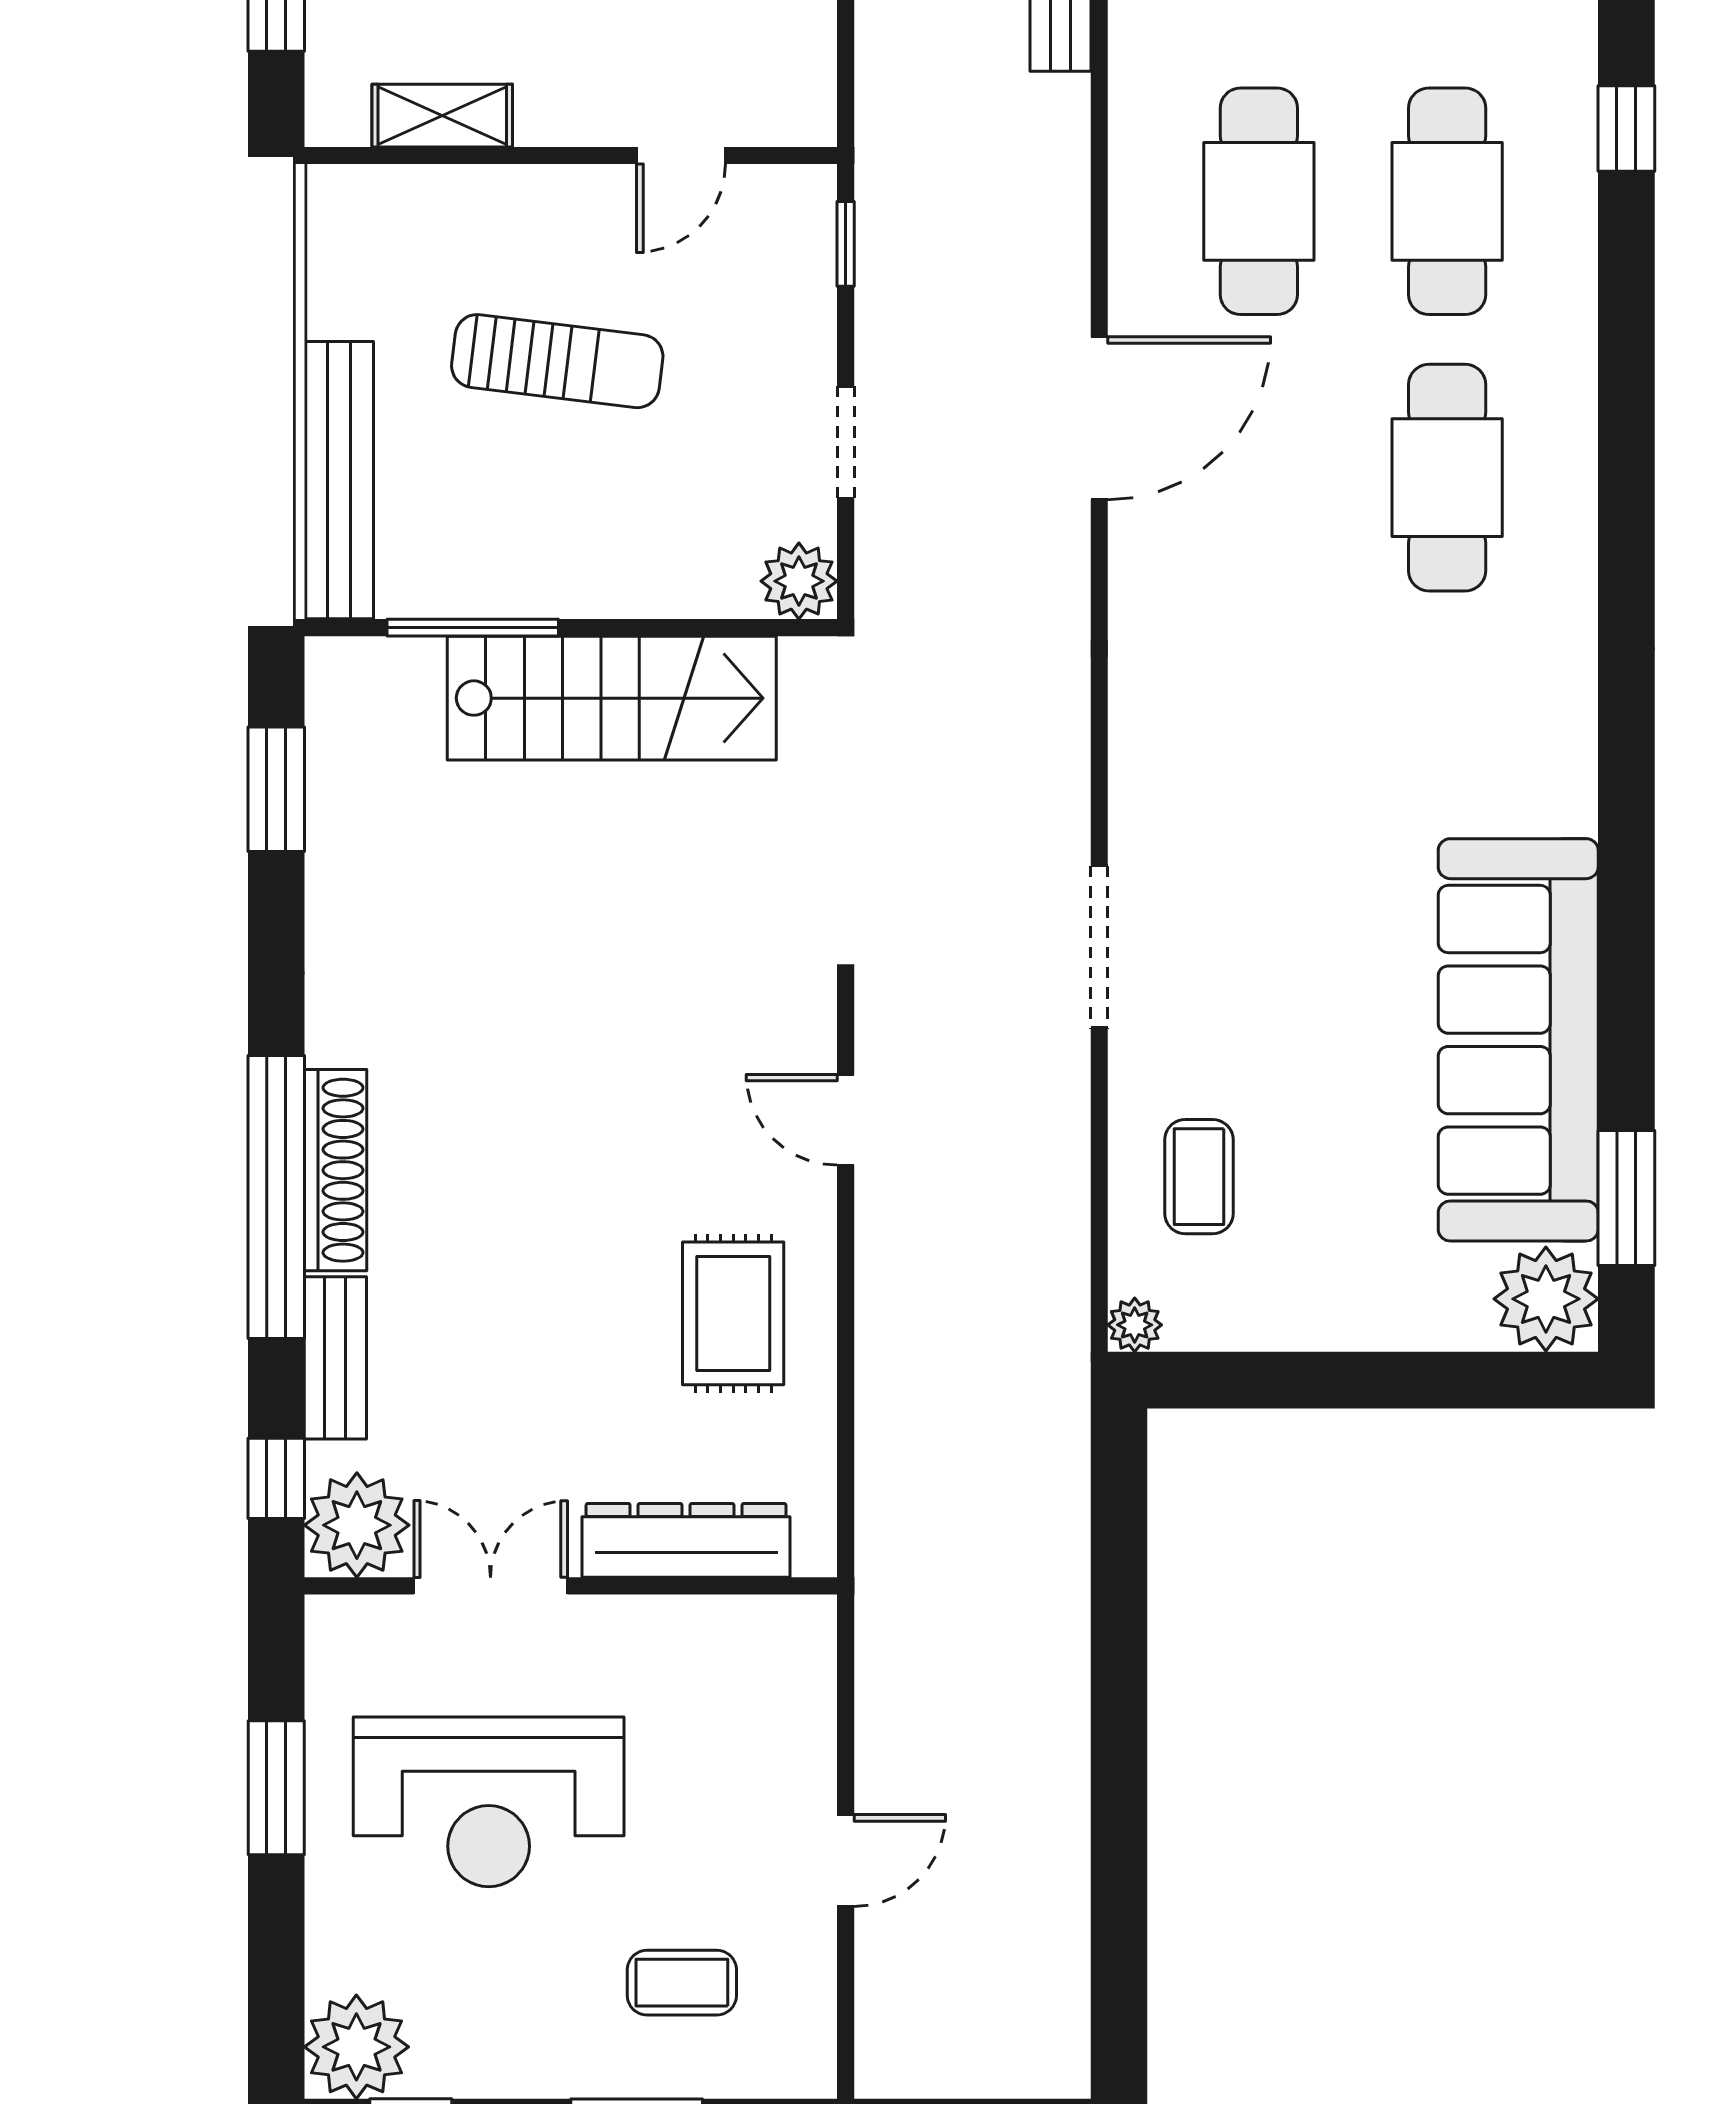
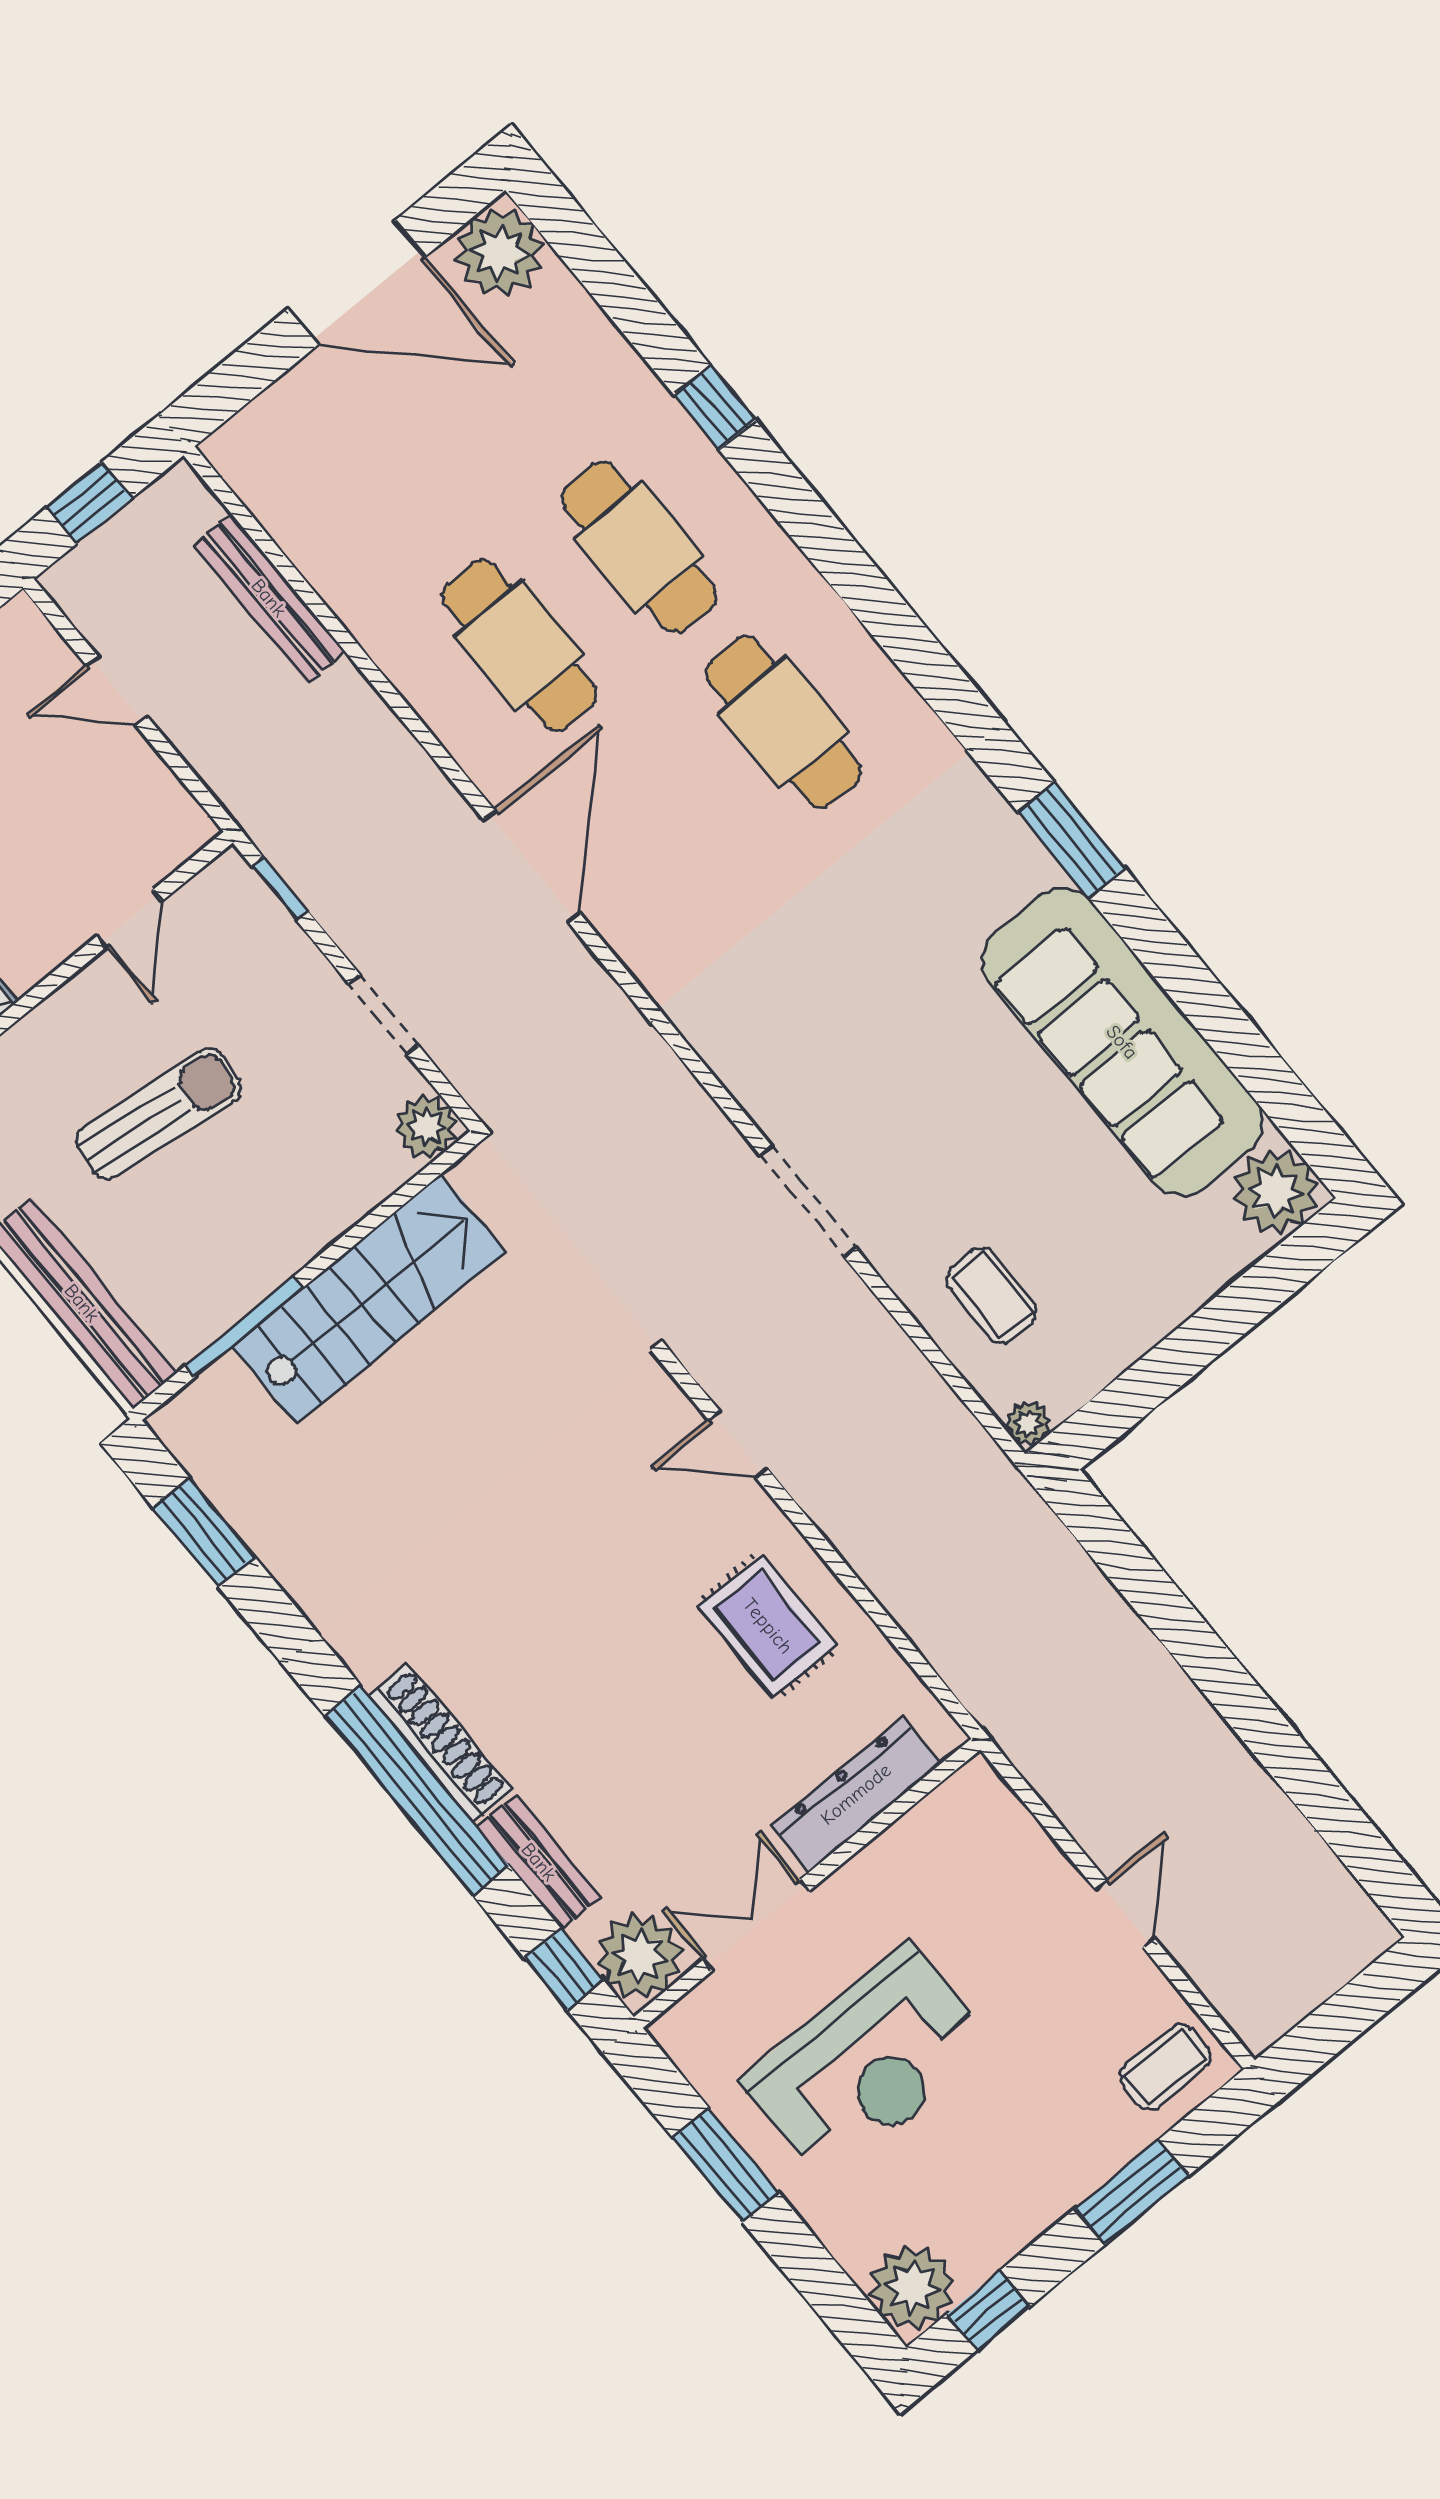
window: (1626, 1198) -> (1072, 840), moved
coffee table: (682, 1983) -> (1165, 2067), moved

